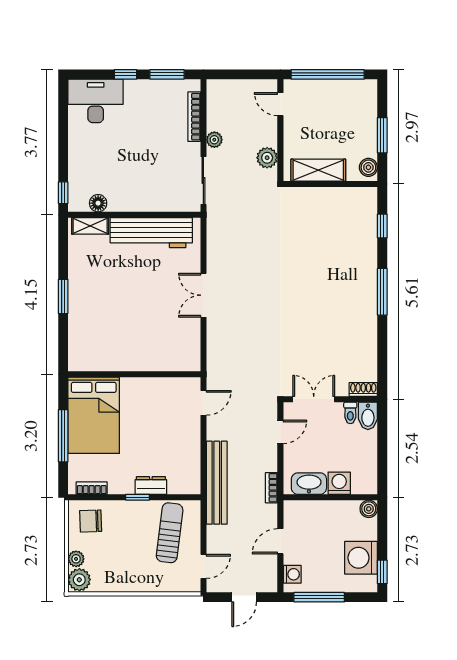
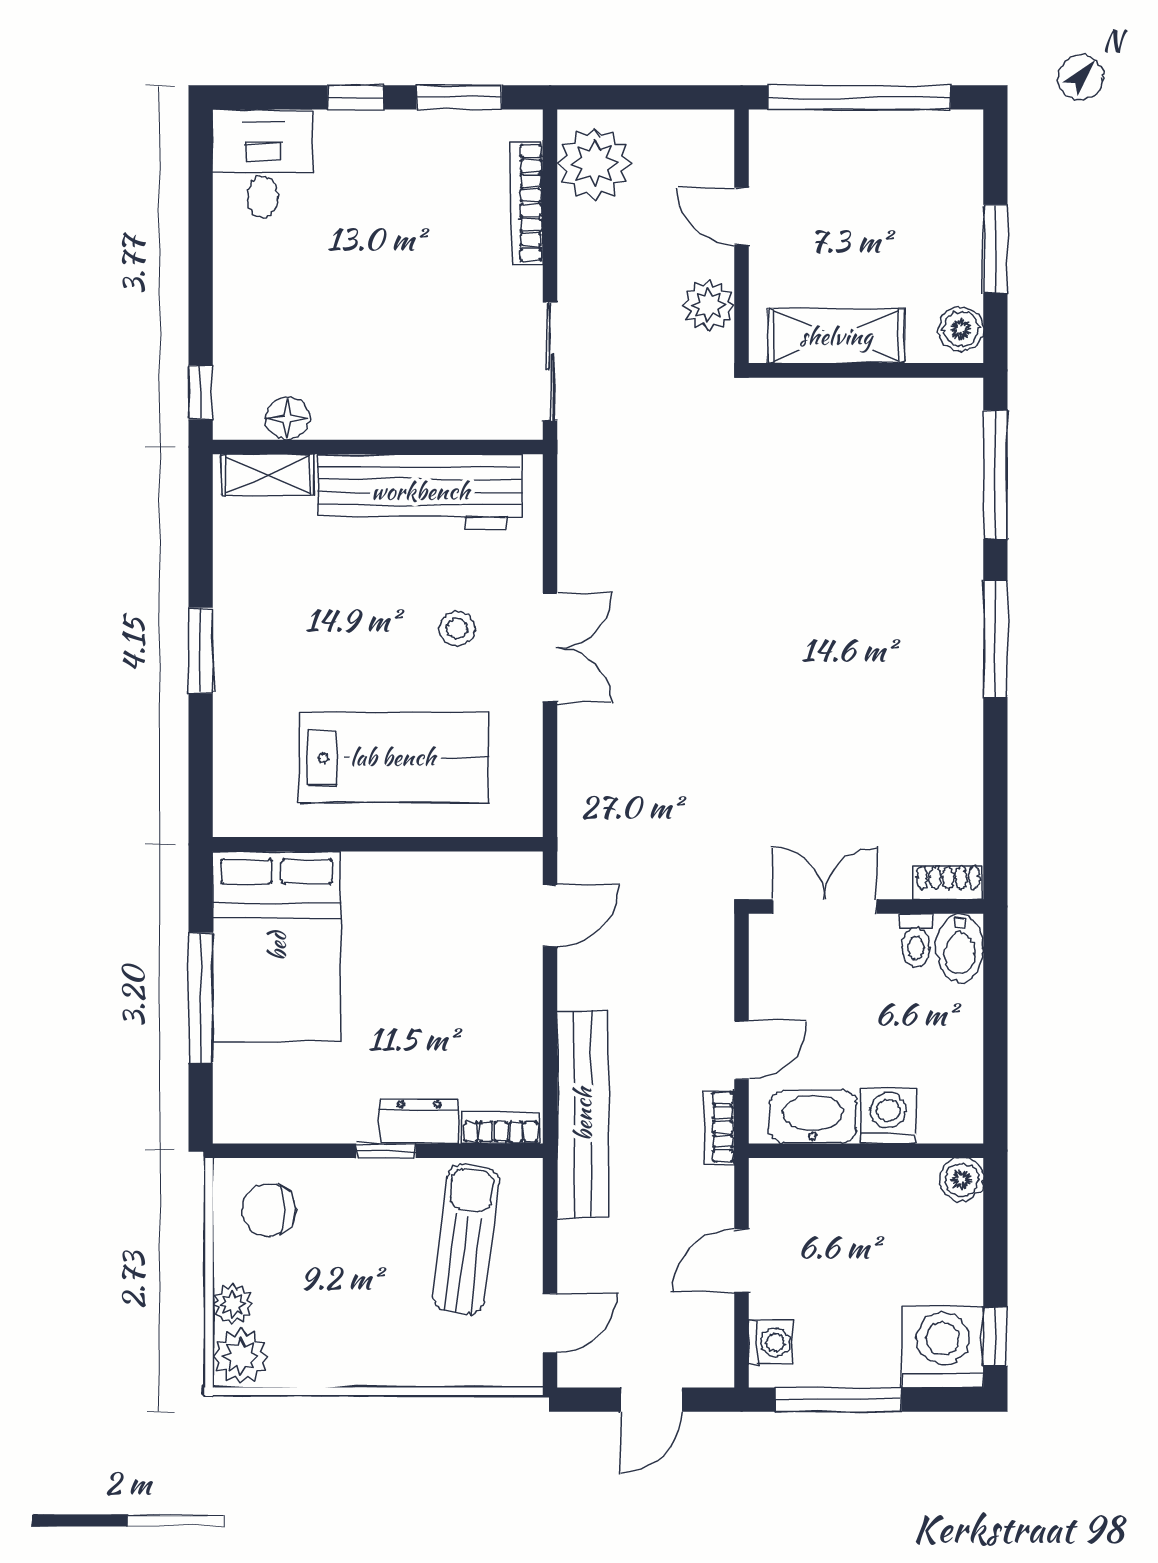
desk: (96, 101) -> (263, 163), width x0.73
door: (280, 104) -> (742, 216), moved
plant: (214, 140) -> (594, 164), moved, width x1.88, depth x1.88
window: (382, 226) -> (995, 475), width x2.17
stool: (166, 288) -> (457, 629), added
double door: (203, 295) -> (550, 647), swing flipped
lab bench: (141, 339) -> (393, 757), added
door: (280, 432) -> (742, 1050), moved
bookcase: (92, 488) -> (501, 1128), moved
washing machine: (361, 558) -> (943, 1347), moved, turned 90

